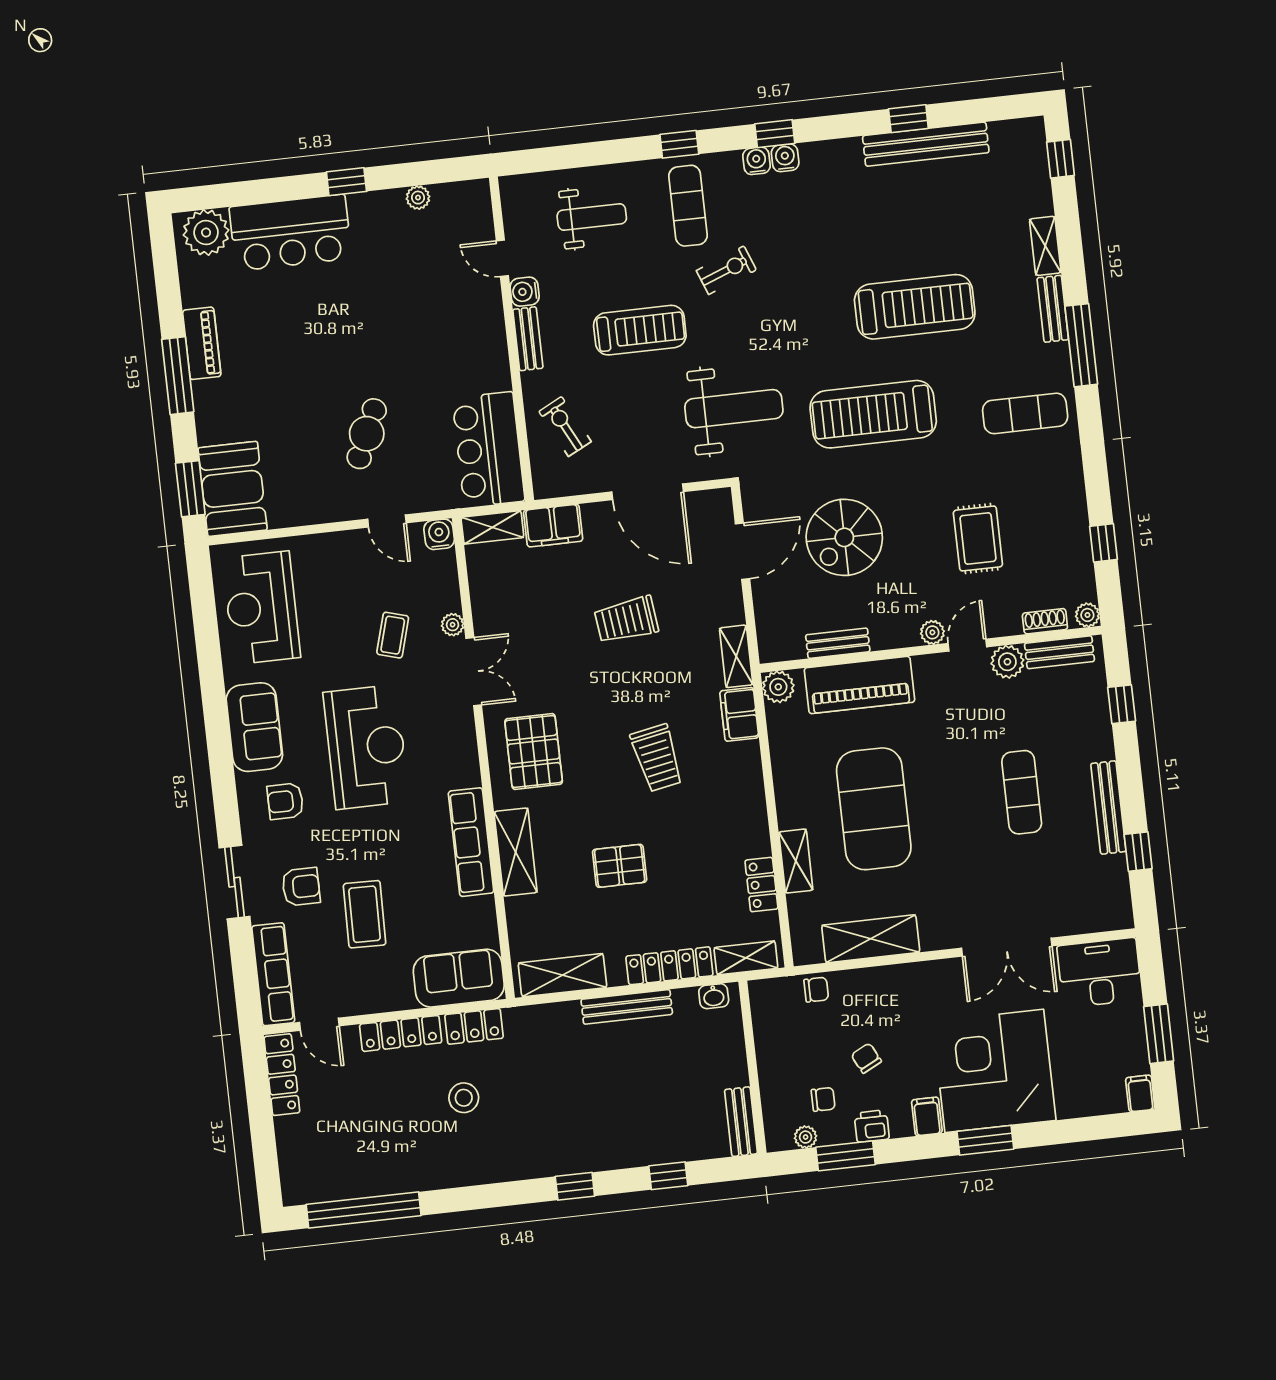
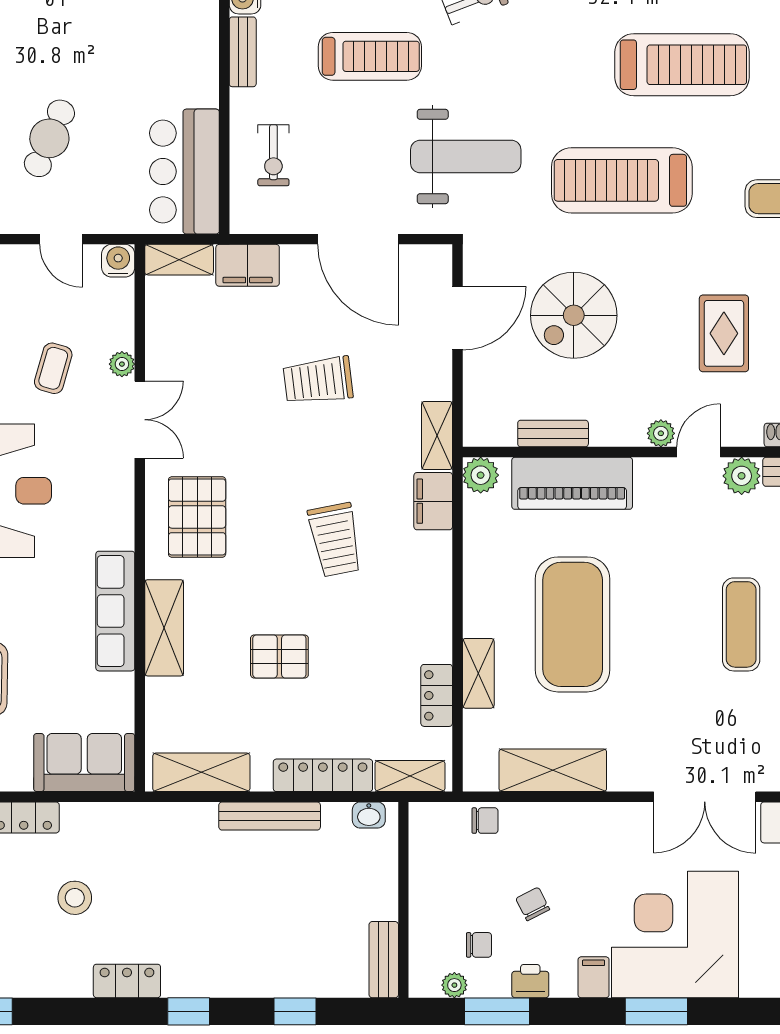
exercise bike: (565, 426) -> (273, 155), turned -153
locker: (474, 1026) -> (127, 981), moved, turned 180

